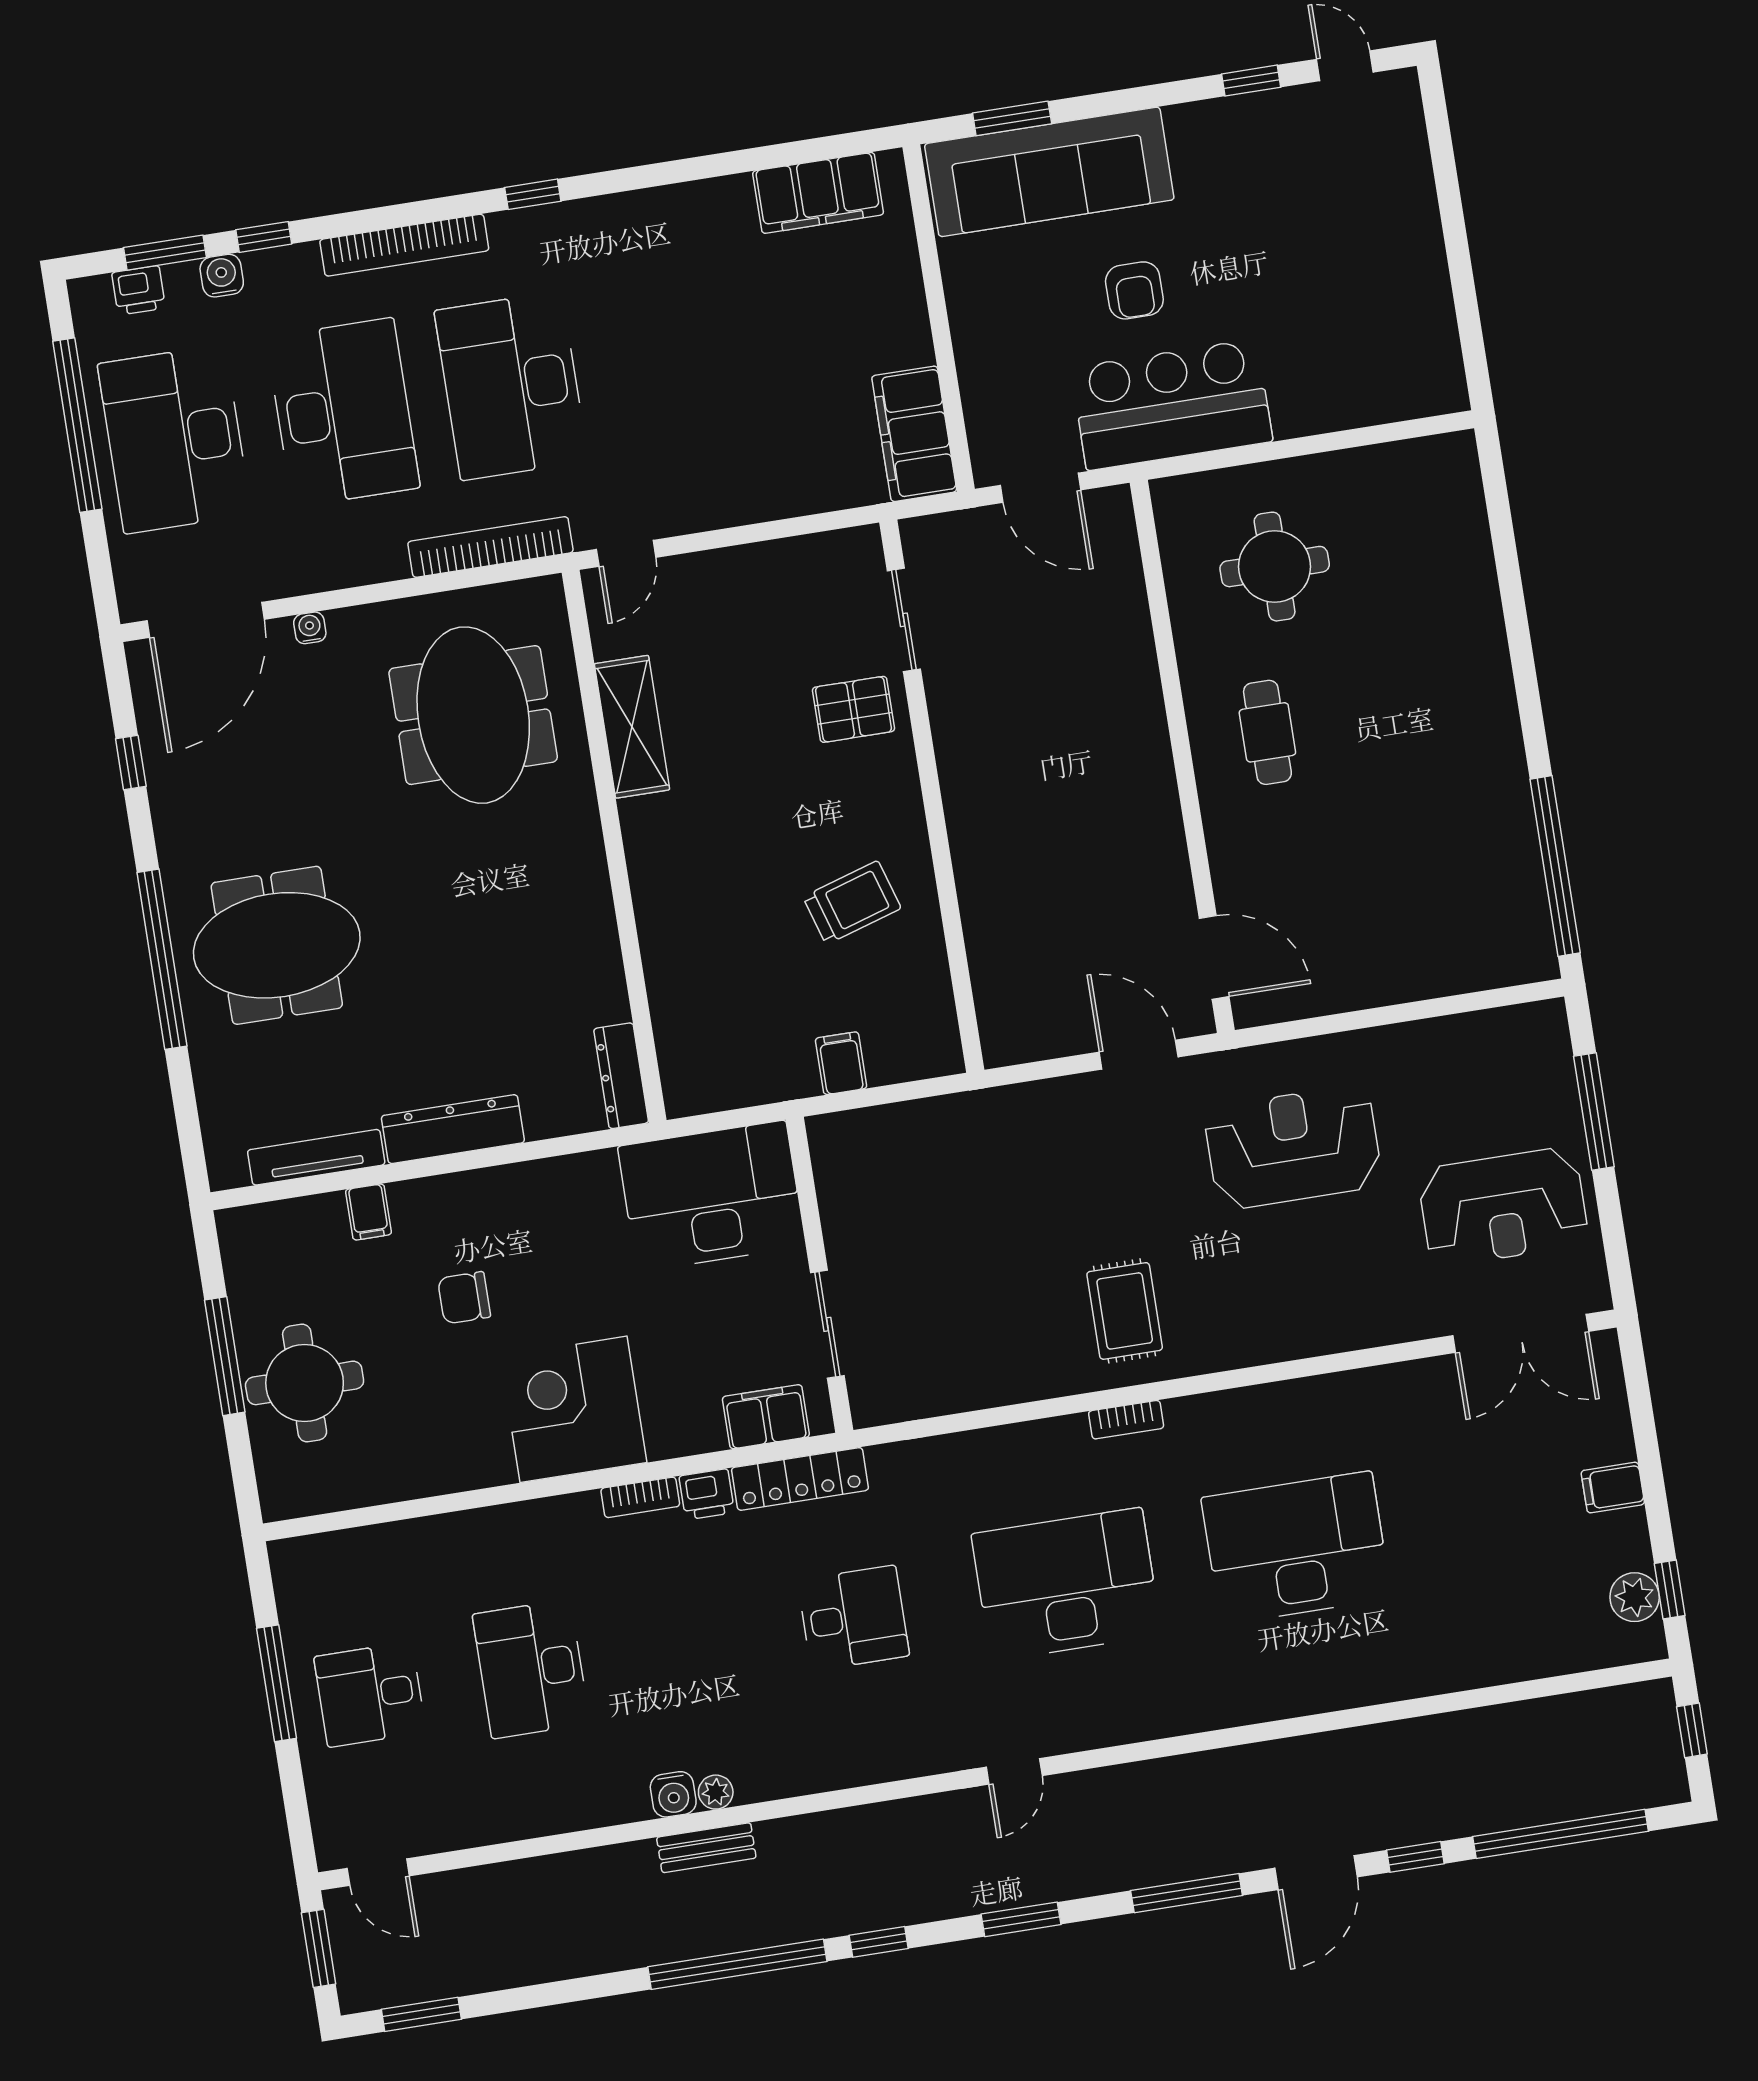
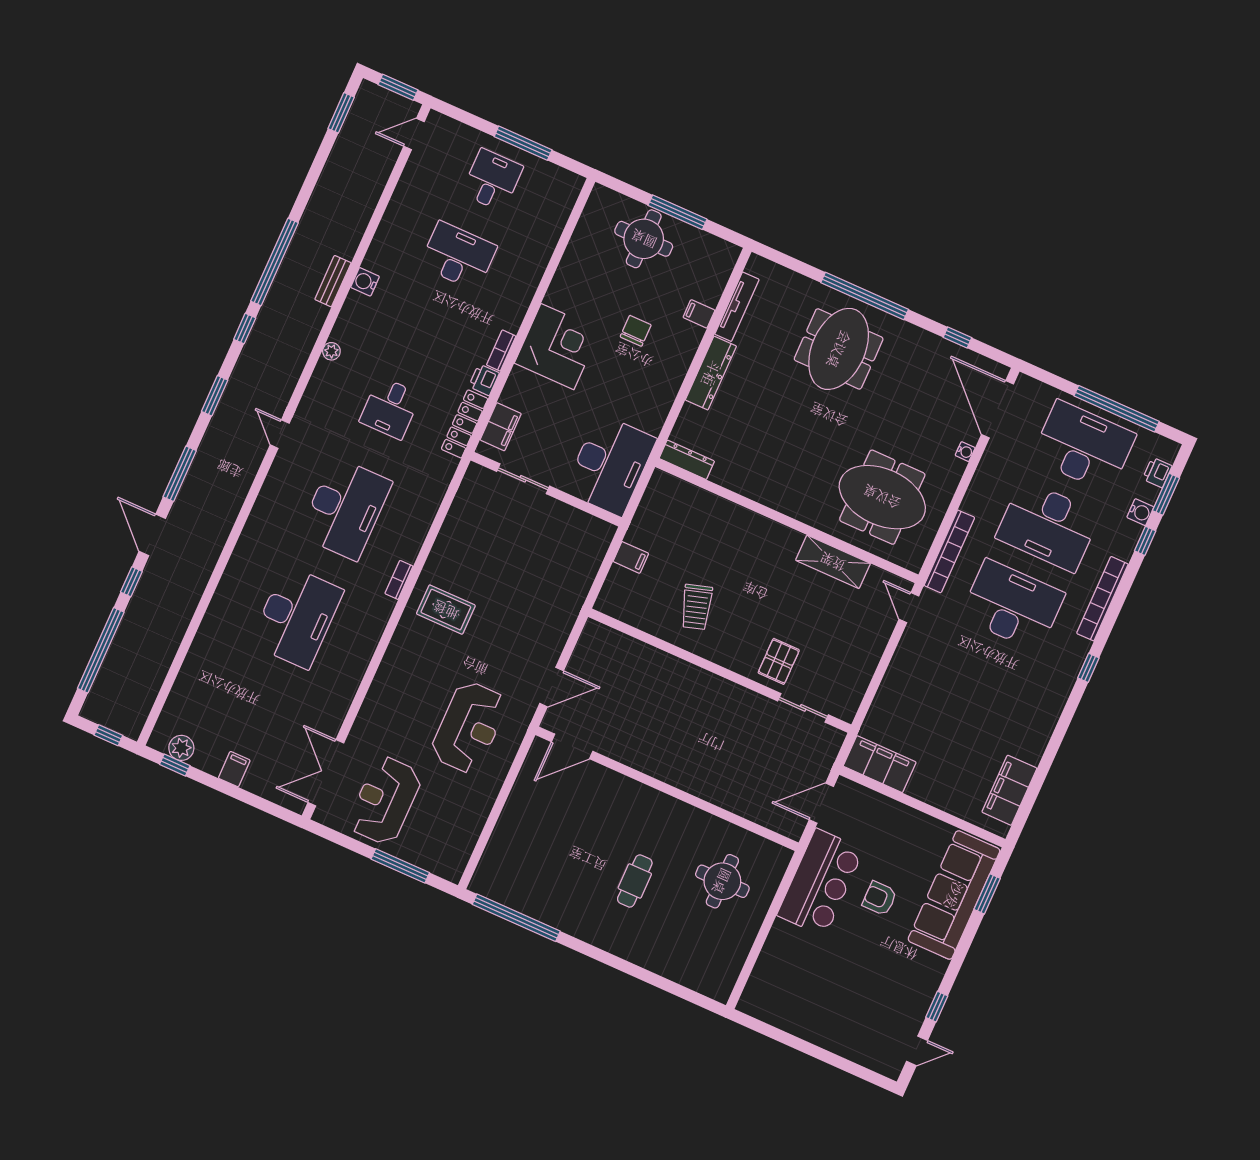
cafe table: (1267, 732) -> (635, 881), moved, turned 90
plant: (716, 1792) -> (331, 351), moved

